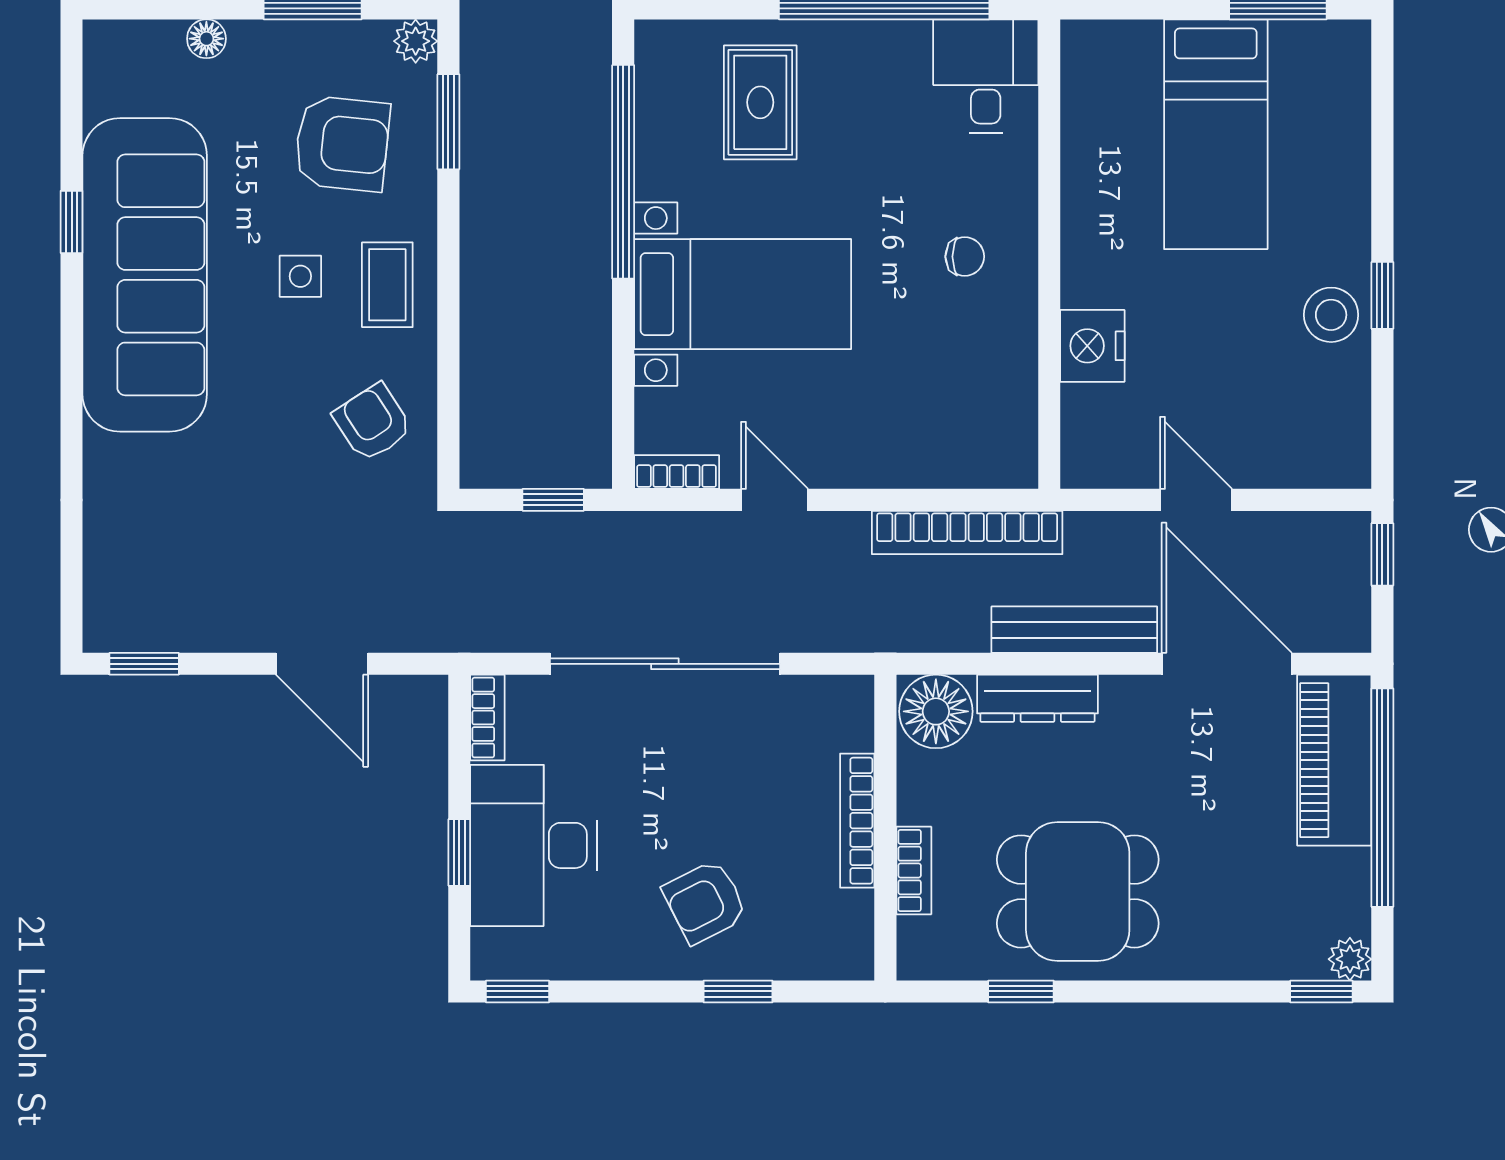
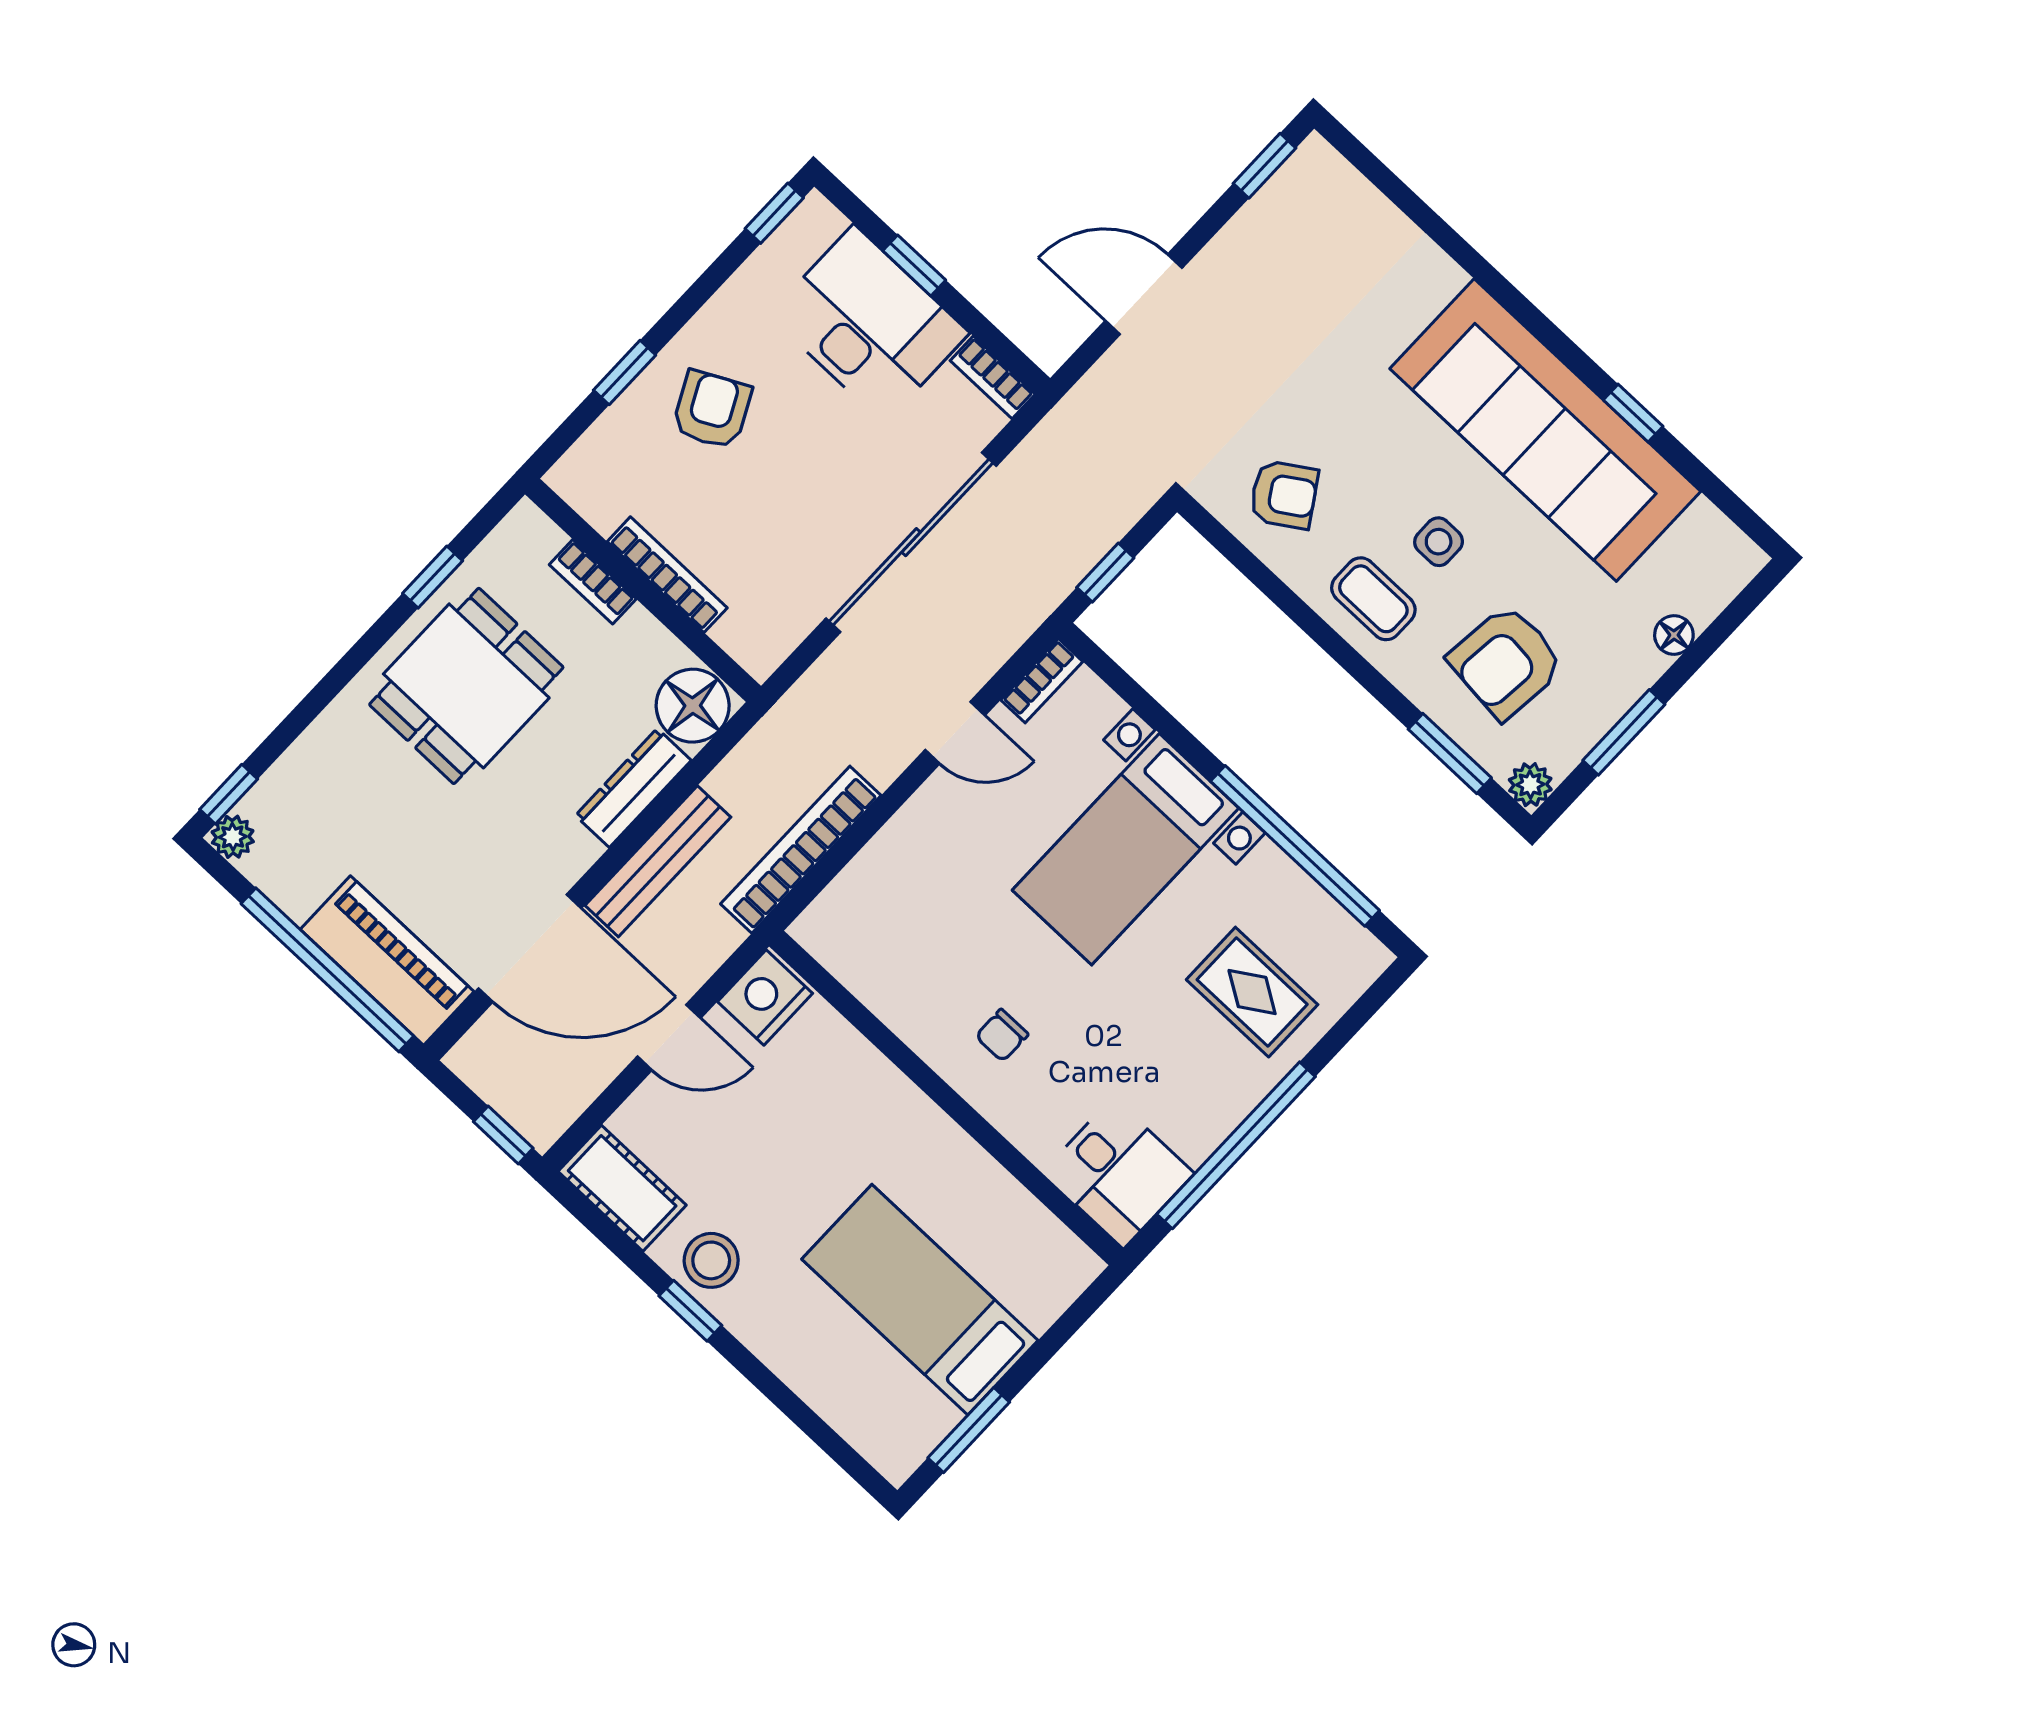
nightstand: (1092, 346) -> (765, 997), moved, turned -90
cot: (1339, 430) -> (622, 1188), added

